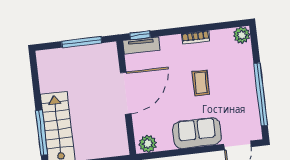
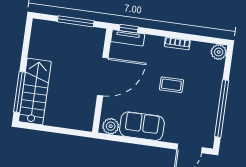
coffee table: (201, 83) -> (171, 85), turned 90
sofa: (197, 133) -> (142, 126), moved

